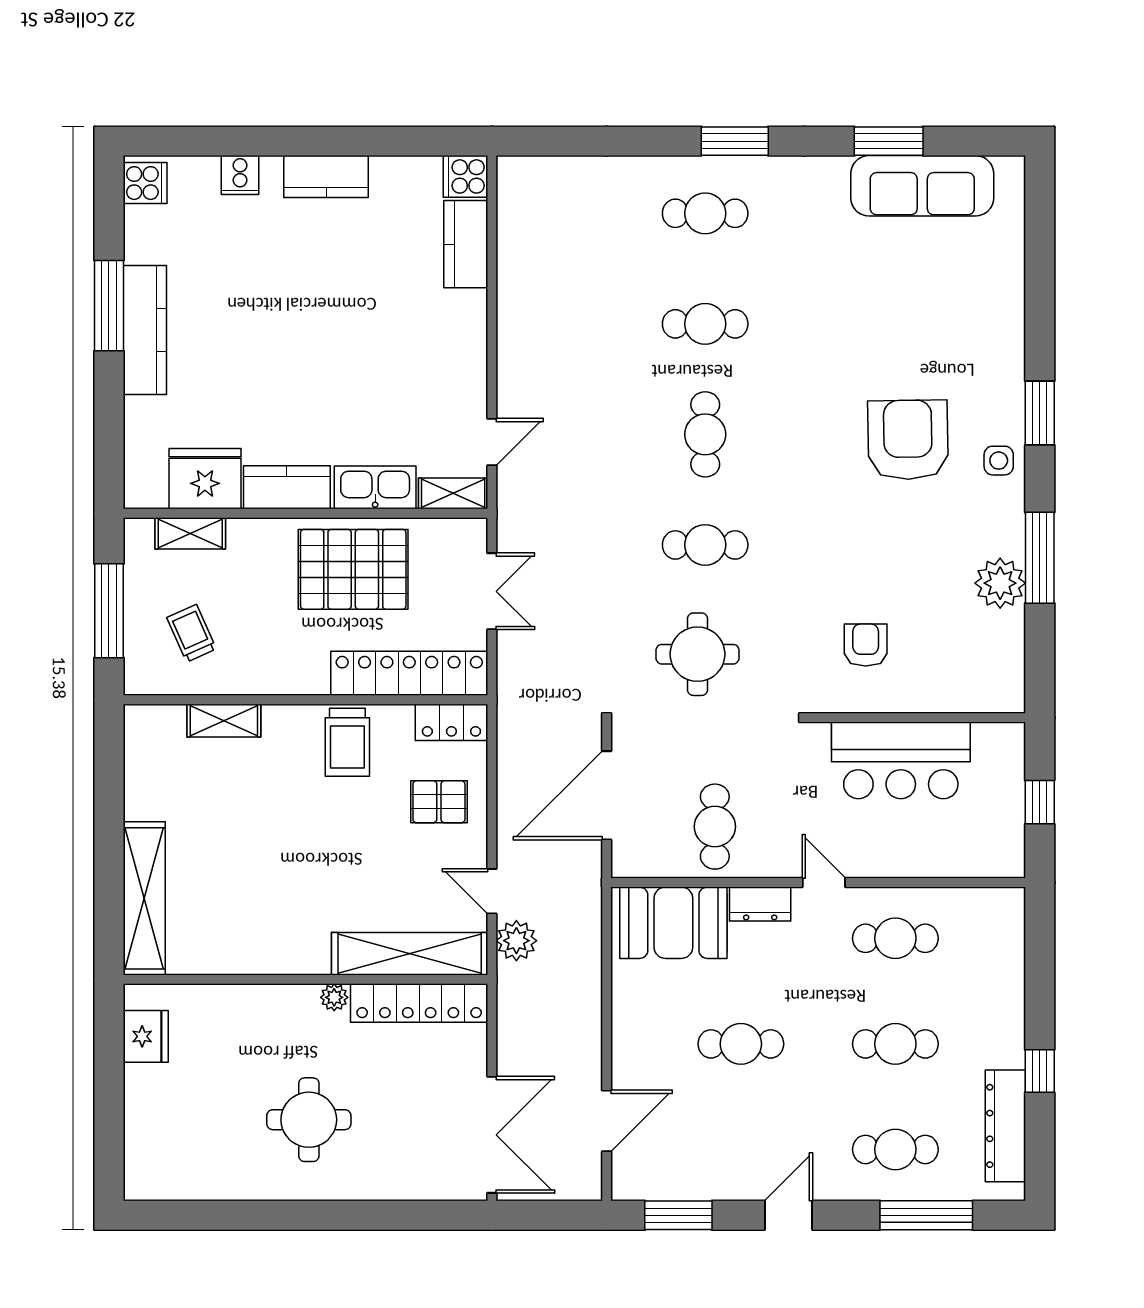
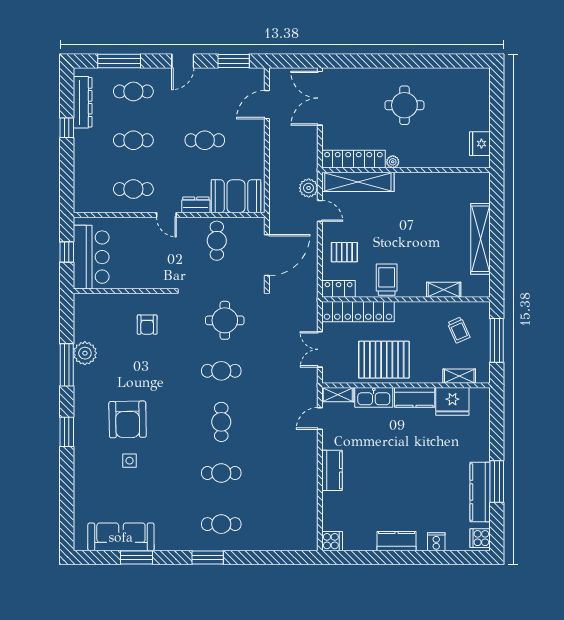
kitchen counter: (466, 244) -> (332, 470), moved
kitchen counter: (145, 330) -> (480, 492), moved
side table: (999, 461) -> (130, 461), moved
bar counter: (901, 760) -> (91, 257), moved, turned 90
shelving: (144, 898) -> (481, 239), moved

